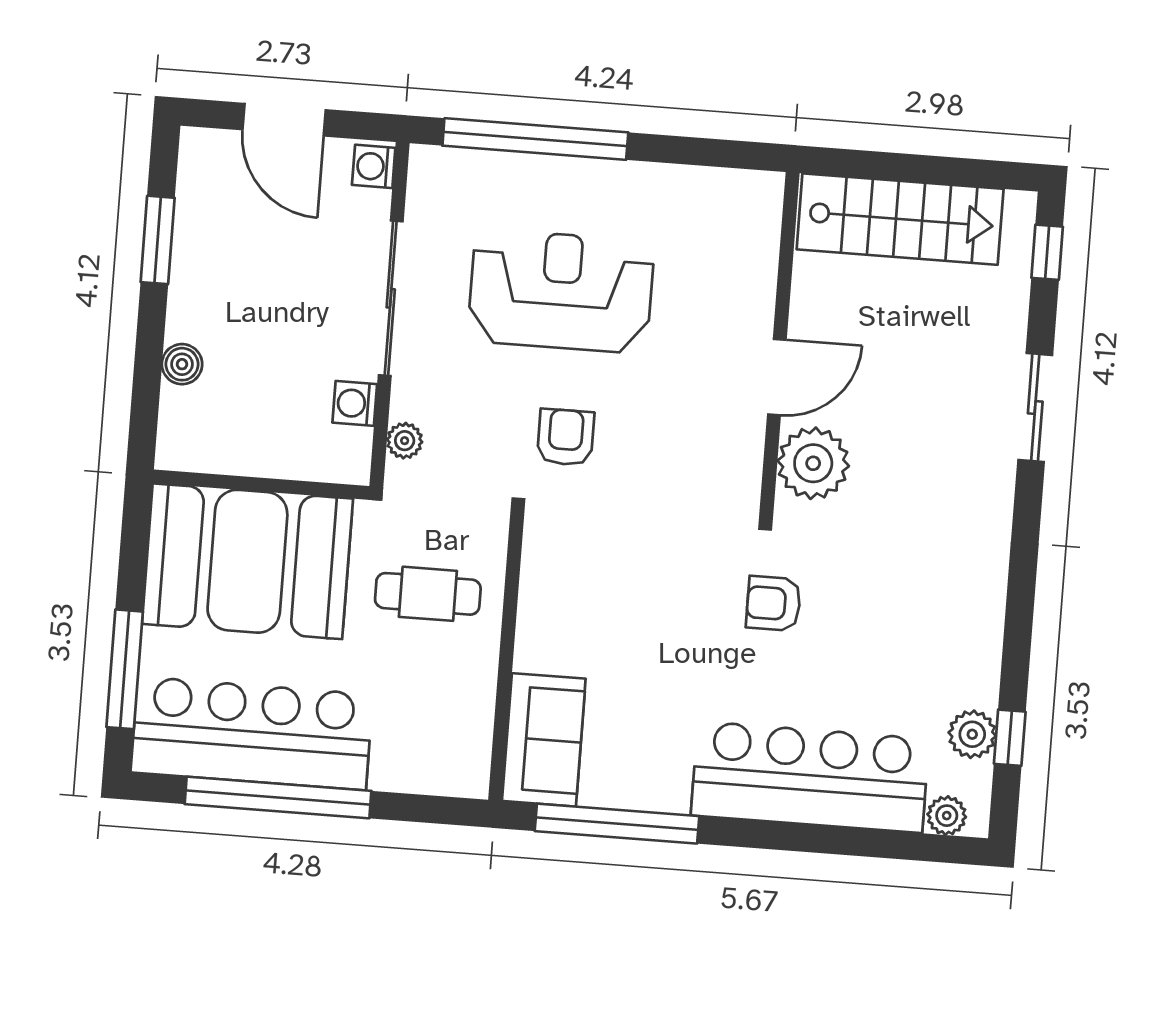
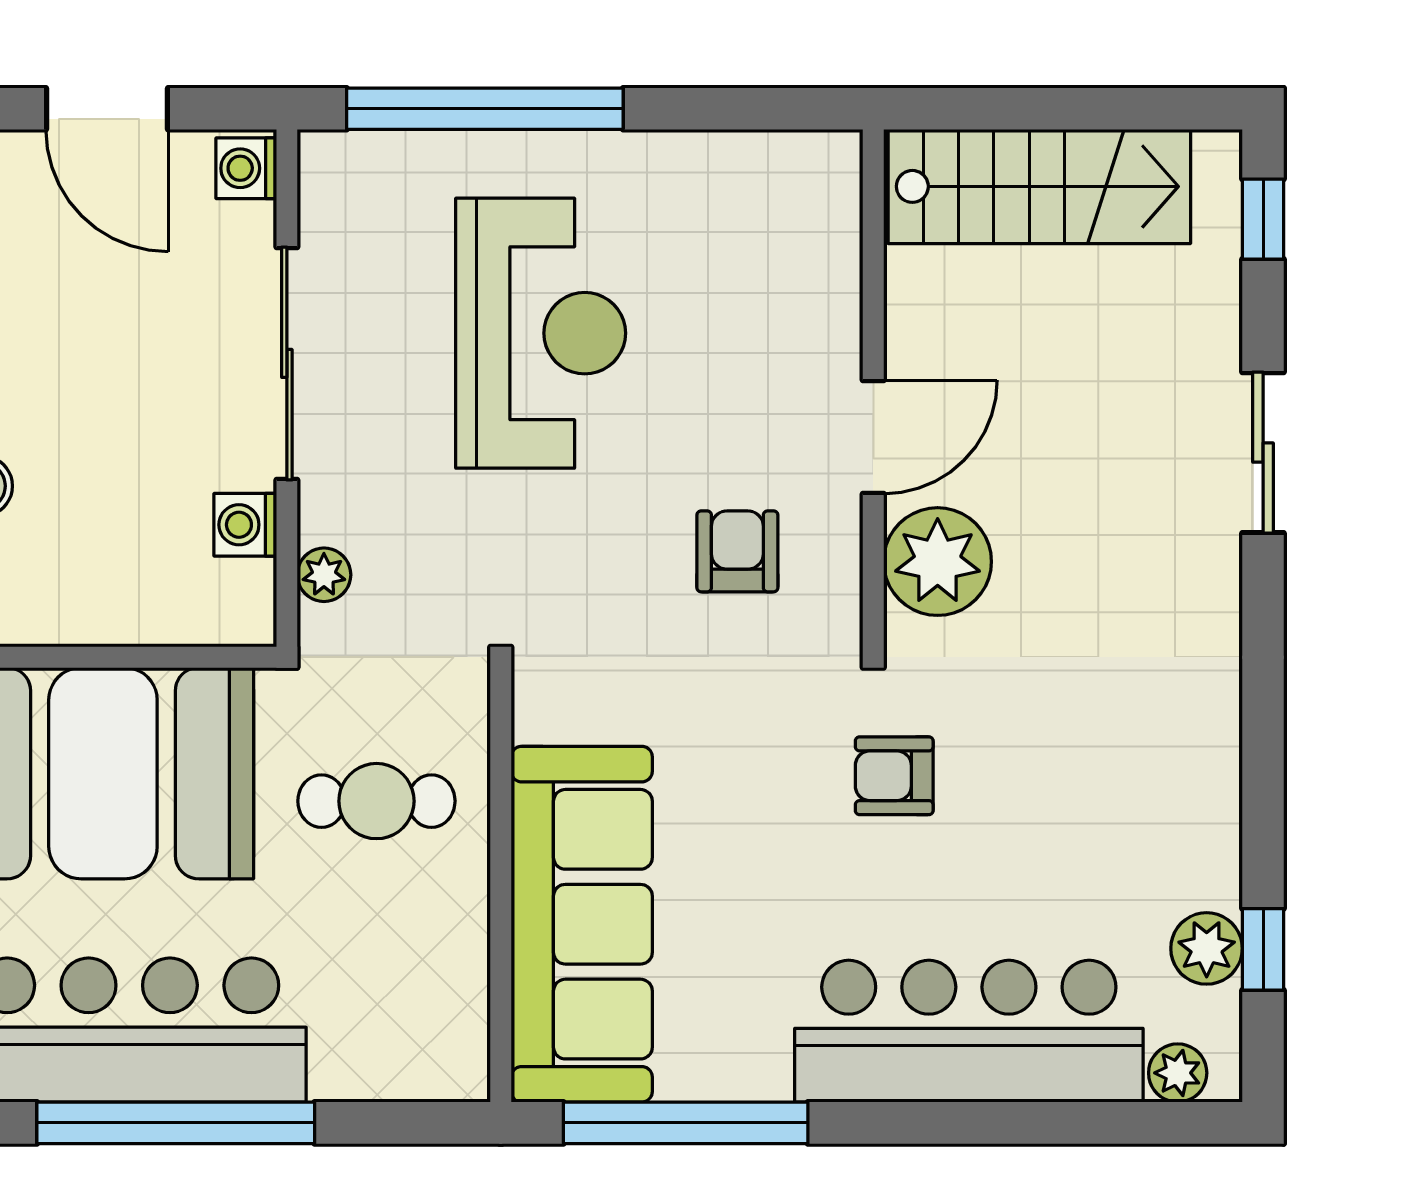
reception desk: (561, 291) -> (541, 333), turned 90
armchair: (566, 437) -> (737, 551), moved
sofa: (544, 740) -> (582, 924), width x1.85, depth x1.27

